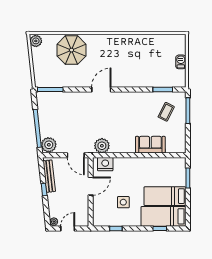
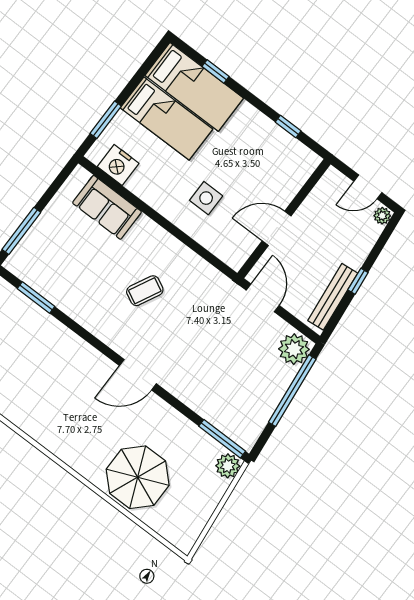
plant: (36, 41) -> (228, 466), moved
coffee table: (166, 112) -> (145, 291), moved
sofa: (150, 145) -> (107, 207), moved
plant: (102, 146) -> (207, 281), removed
nightstand: (105, 164) -> (118, 165), moved
side table: (123, 202) -> (206, 198), moved

